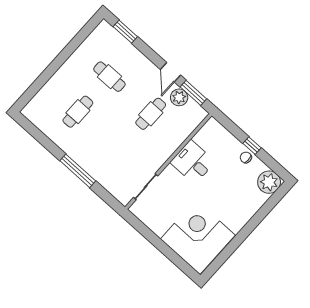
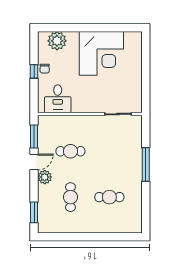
plant: (179, 97) -> (45, 177), moved
desk: (193, 162) -> (58, 99), moved
plant: (269, 182) -> (57, 41), moved
corner desk: (198, 237) -> (101, 53), moved, turned -90

